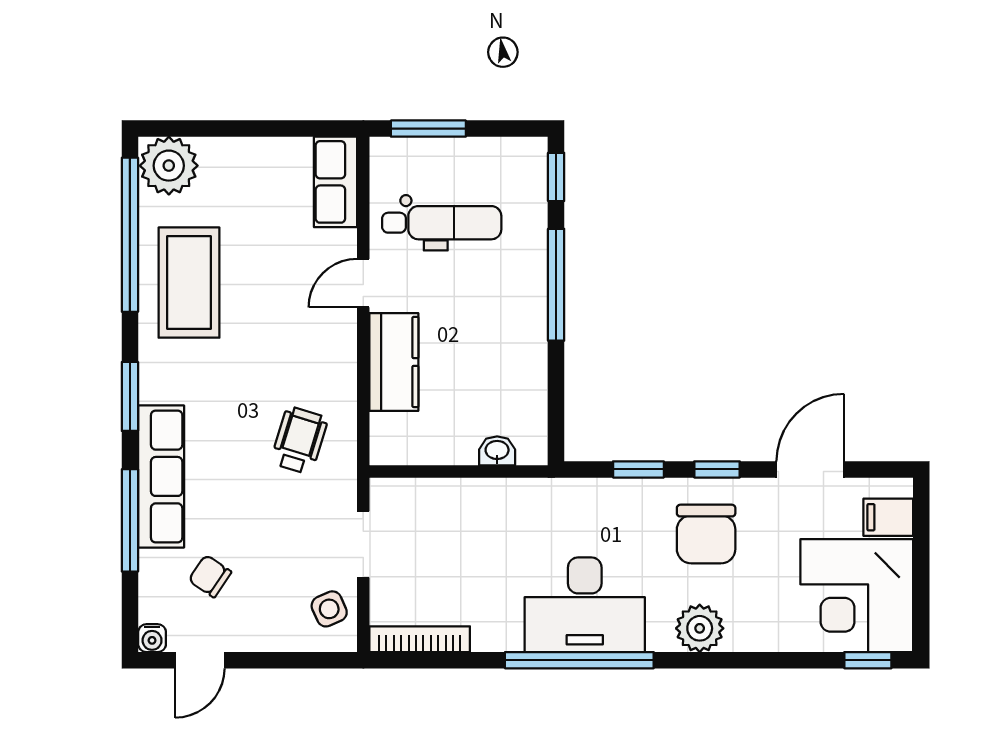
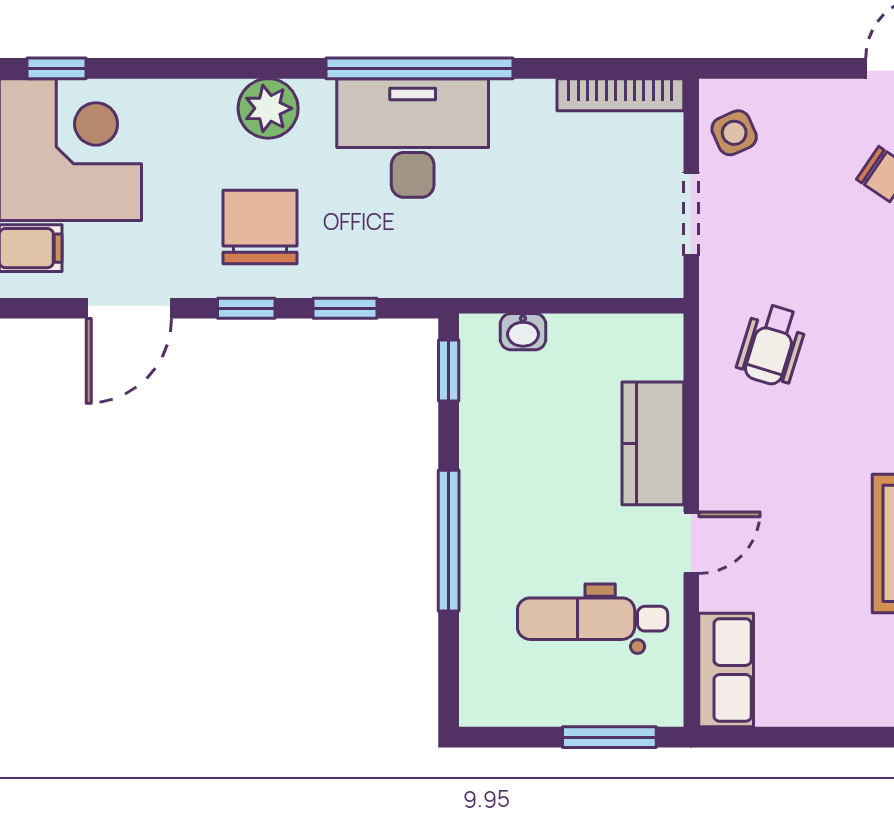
window: (556, 177) -> (449, 371), moved

